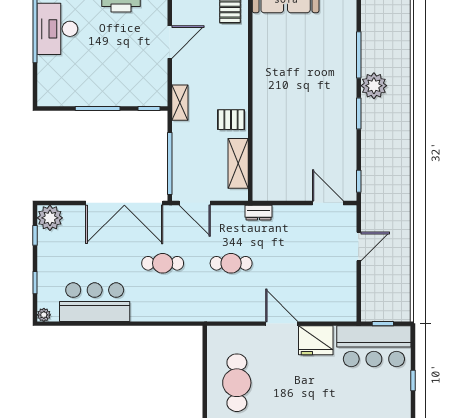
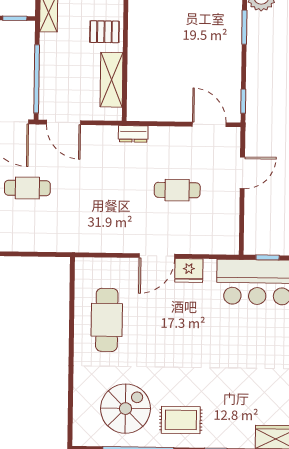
cafe table: (231, 263) -> (177, 190), moved
door: (282, 324) -> (157, 256), swing flipped
fridge: (316, 340) -> (189, 271), width x0.73, depth x0.75

